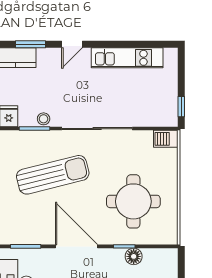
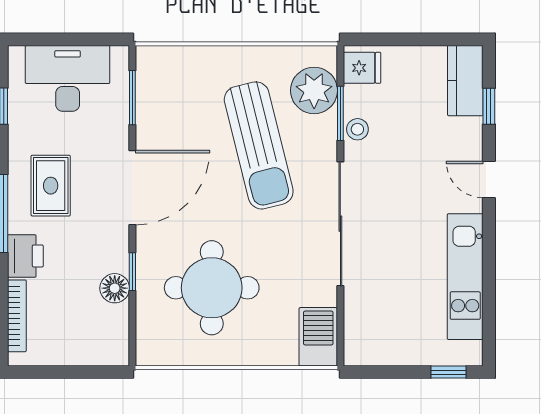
window: (31, 44) -> (489, 106), width x0.67
window: (181, 107) -> (448, 372), moved
barbecue: (166, 139) -> (318, 337), width x1.38, depth x1.27
plant: (22, 143) -> (314, 90), added

